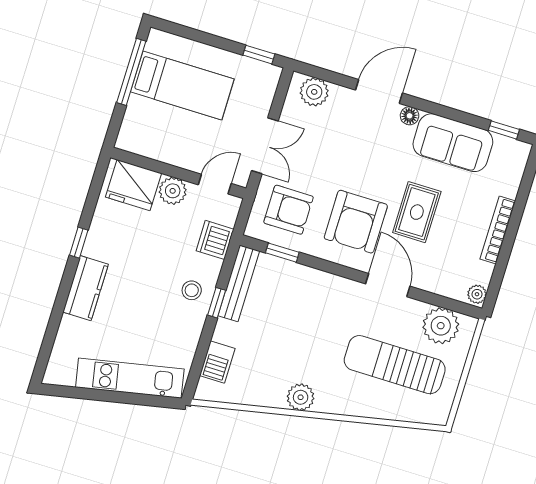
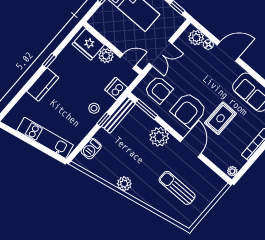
floor lamp: (410, 116) -> (208, 44), moved
window: (282, 253) -> (146, 109), width x1.50
plant: (441, 326) -> (159, 137), moved
sun lounger: (395, 365) -> (177, 188), width x0.73, depth x0.75

